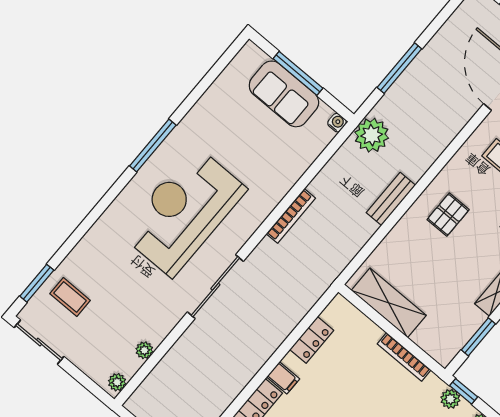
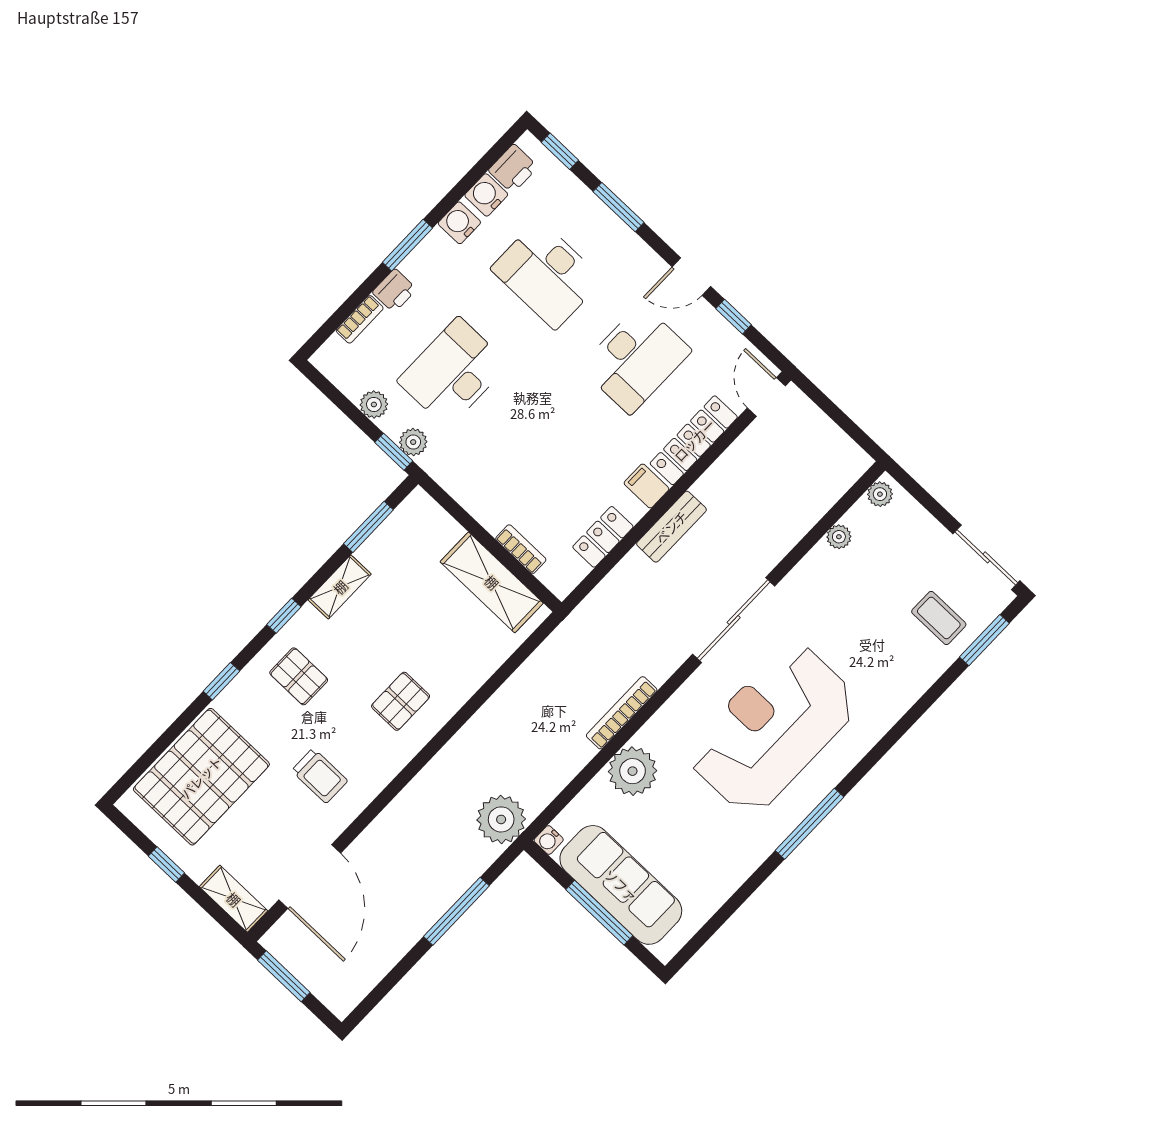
sofa: (284, 94) -> (621, 885), width x1.36
plant: (281, 175) -> (633, 771), added
bench: (391, 199) -> (671, 527), moved
reception desk: (183, 211) -> (772, 729), turned 180
bookcase: (404, 357) -> (521, 549), moved, width x0.64

